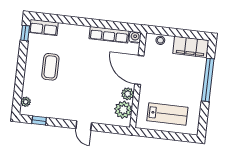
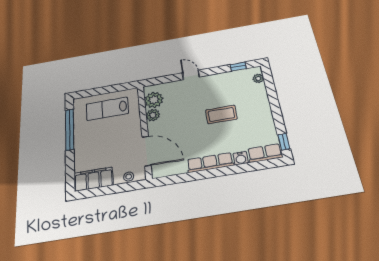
row of seats: (109, 35) -> (210, 163), moved
water cooler: (135, 37) -> (241, 158), moved
coffee table: (50, 67) -> (221, 114), moved, turned 90
door: (139, 70) -> (146, 151), moved
window: (208, 80) -> (70, 129), moved

